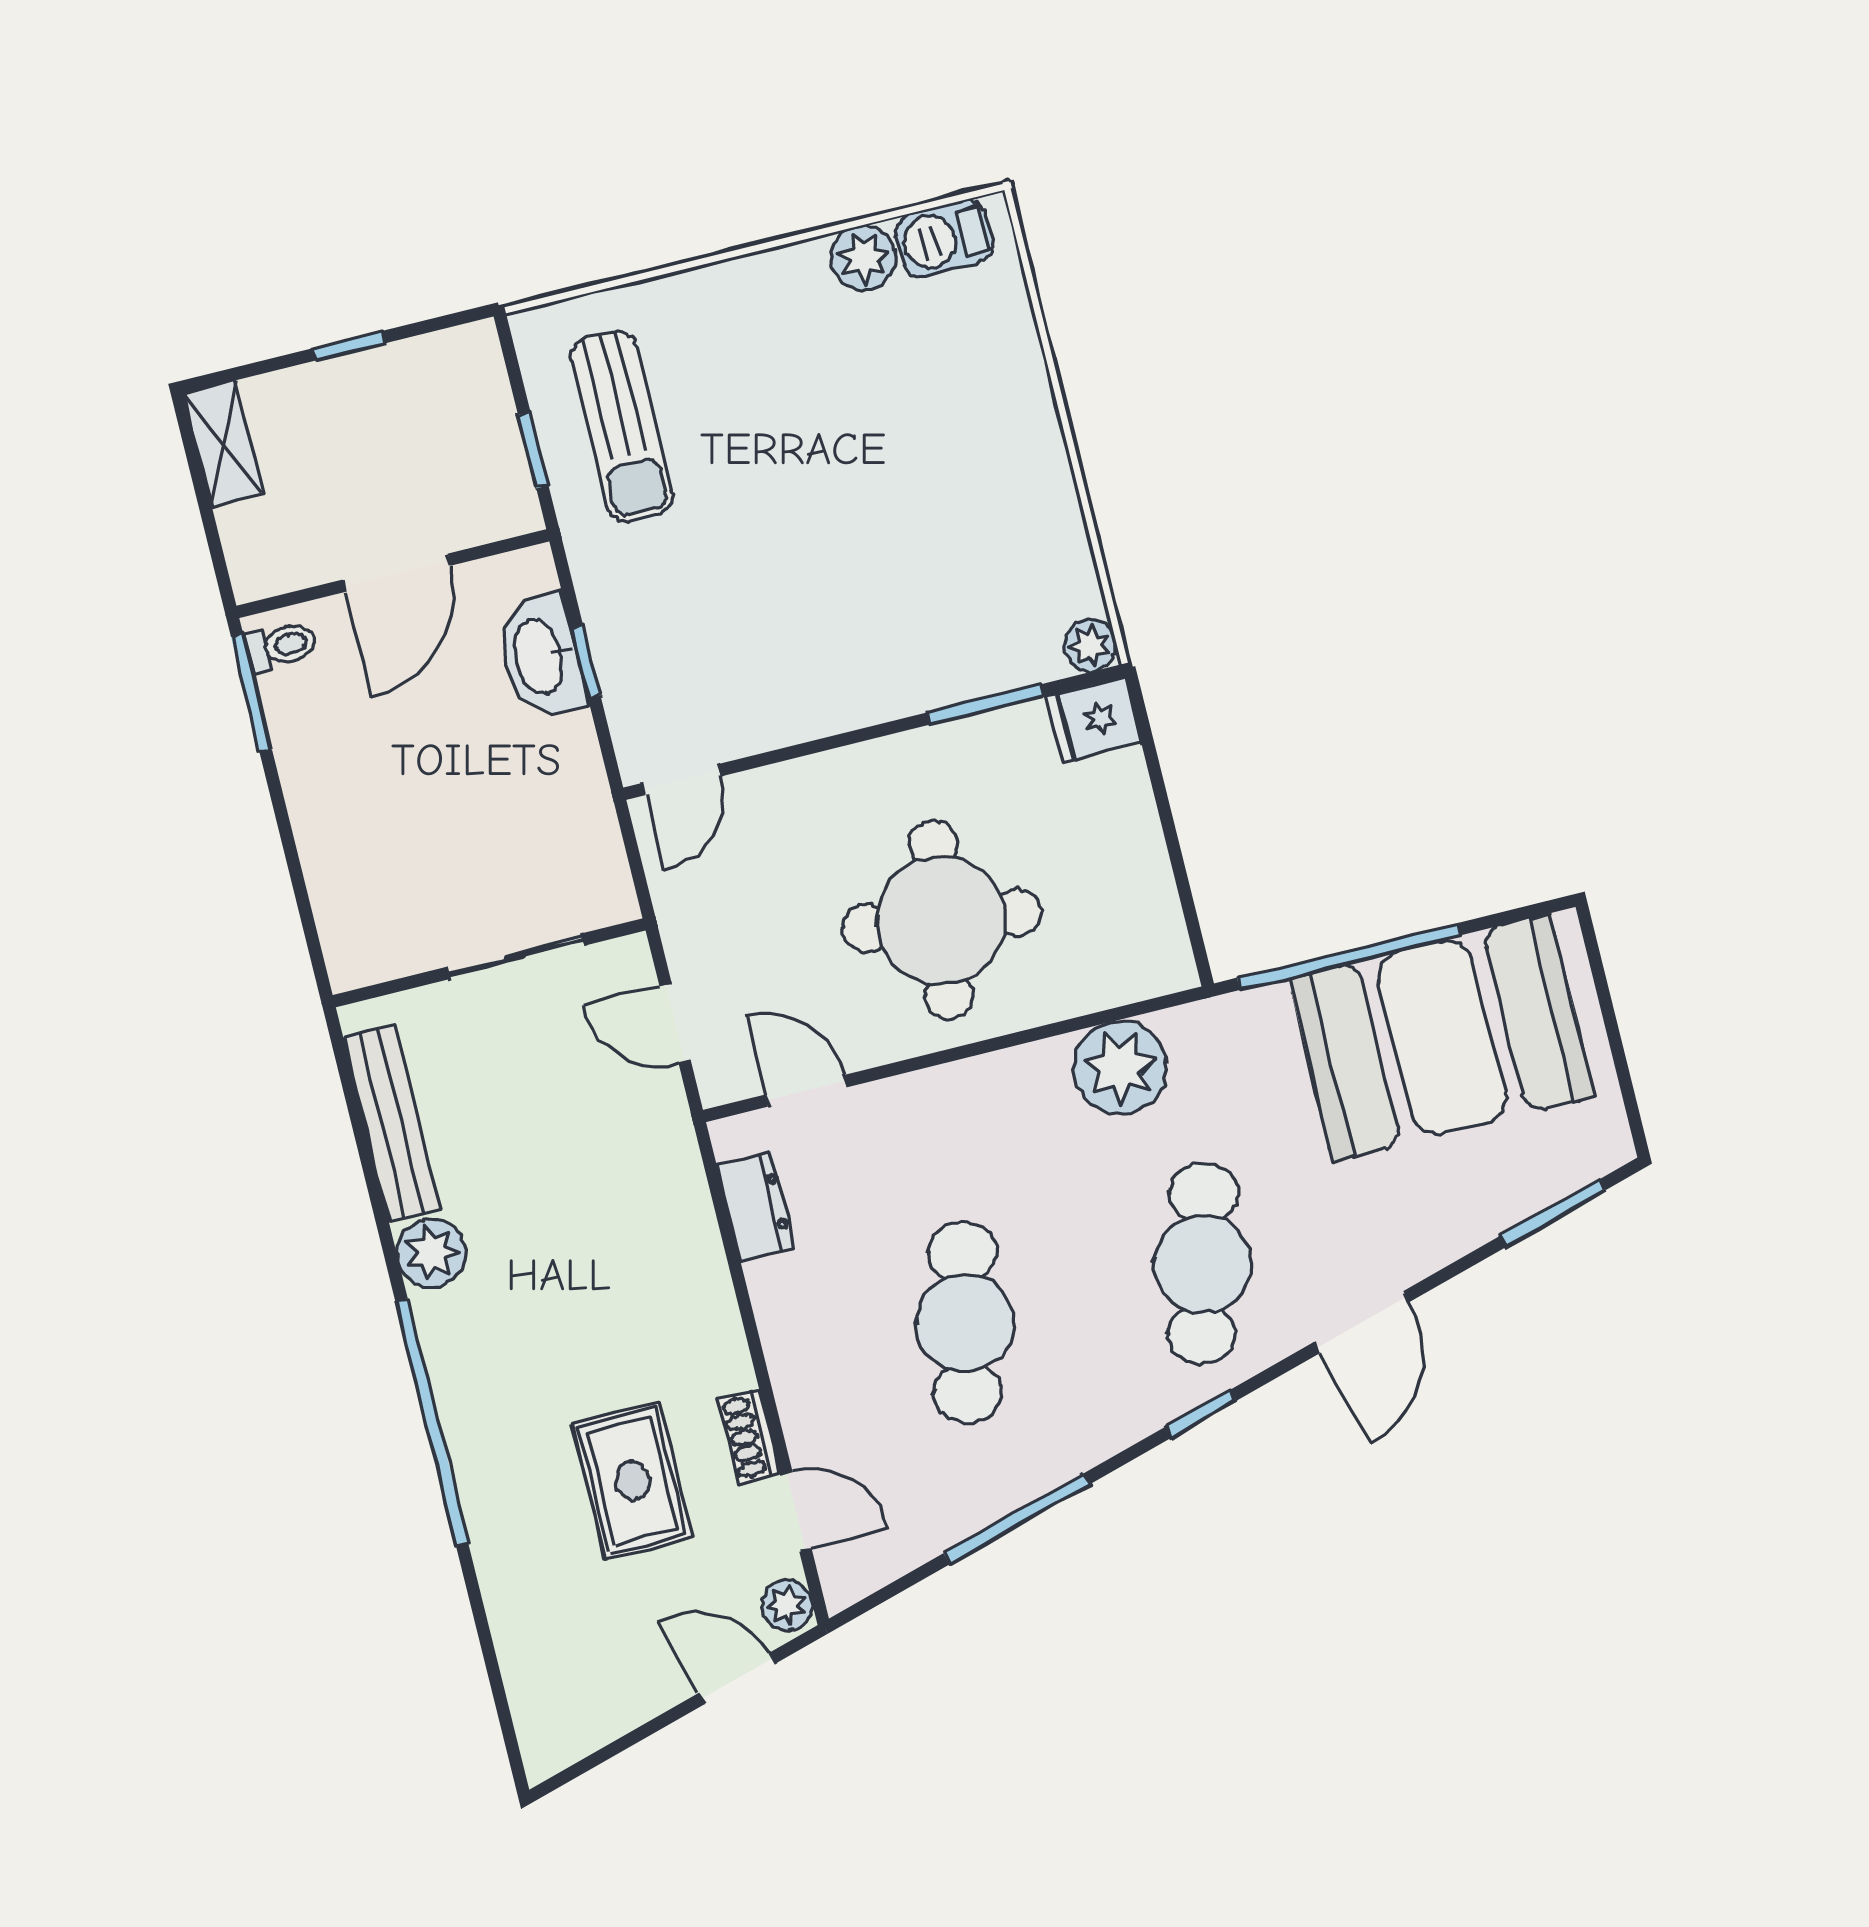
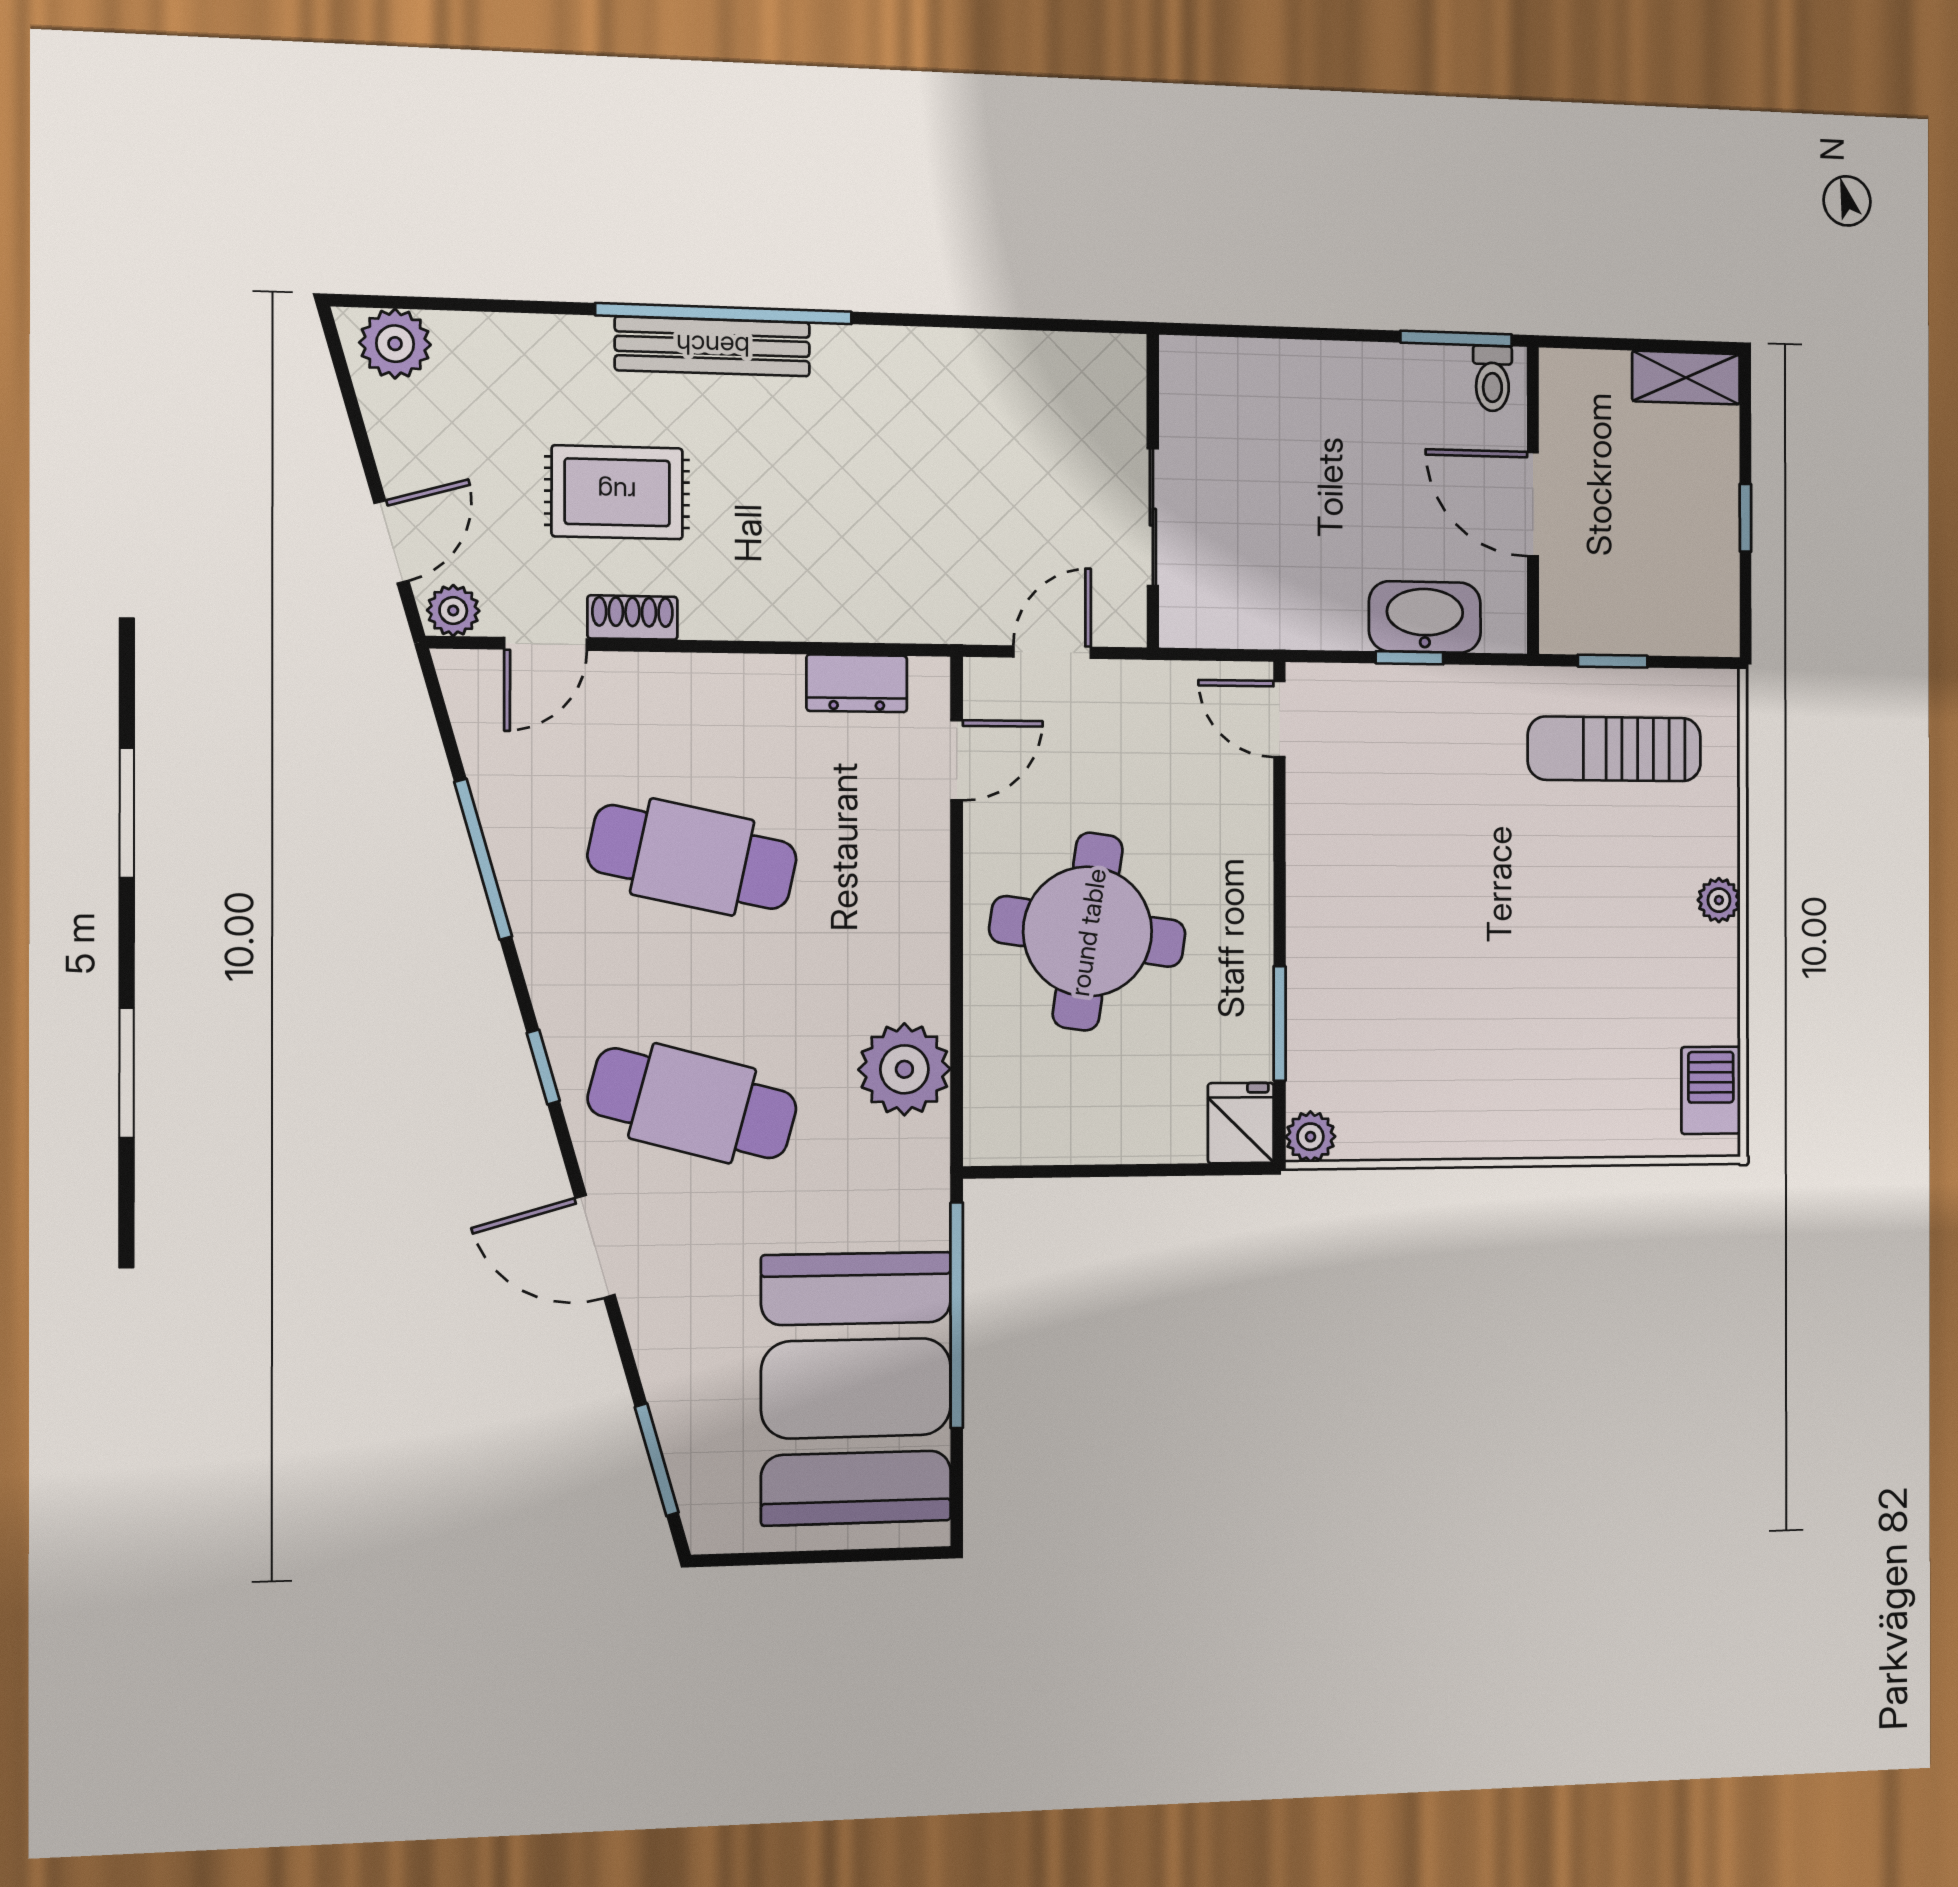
plant: (864, 258) -> (1719, 900), moved, width x0.73, depth x0.73
bench: (392, 1124) -> (713, 346), moved
plant: (432, 1253) -> (395, 344), moved

